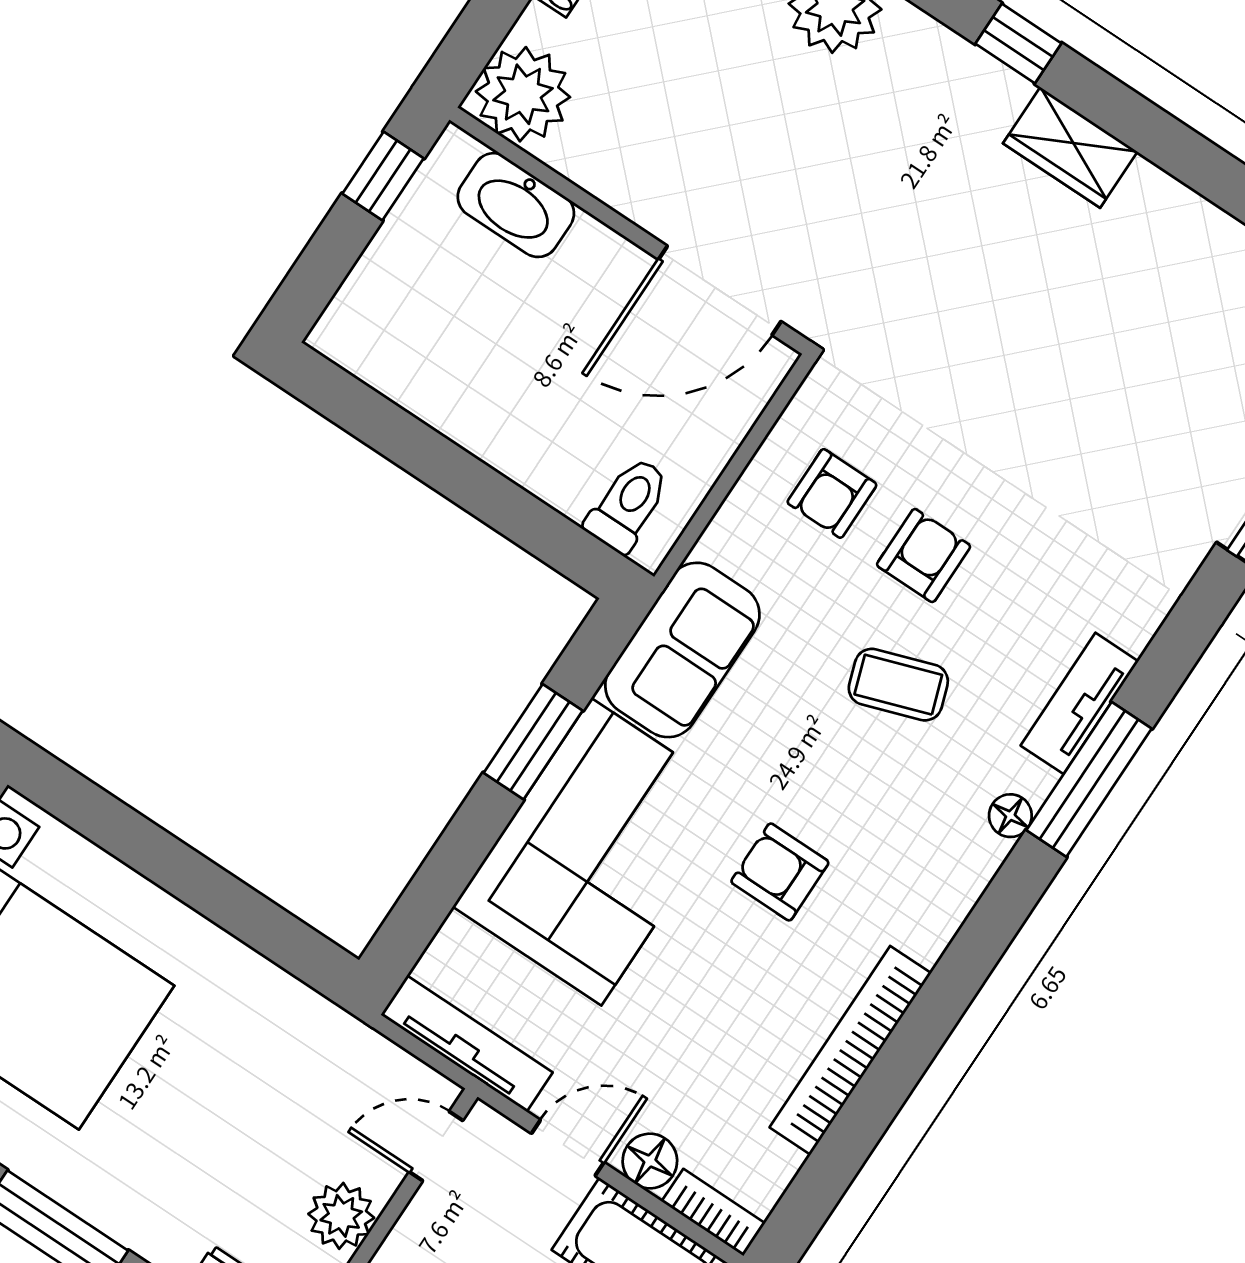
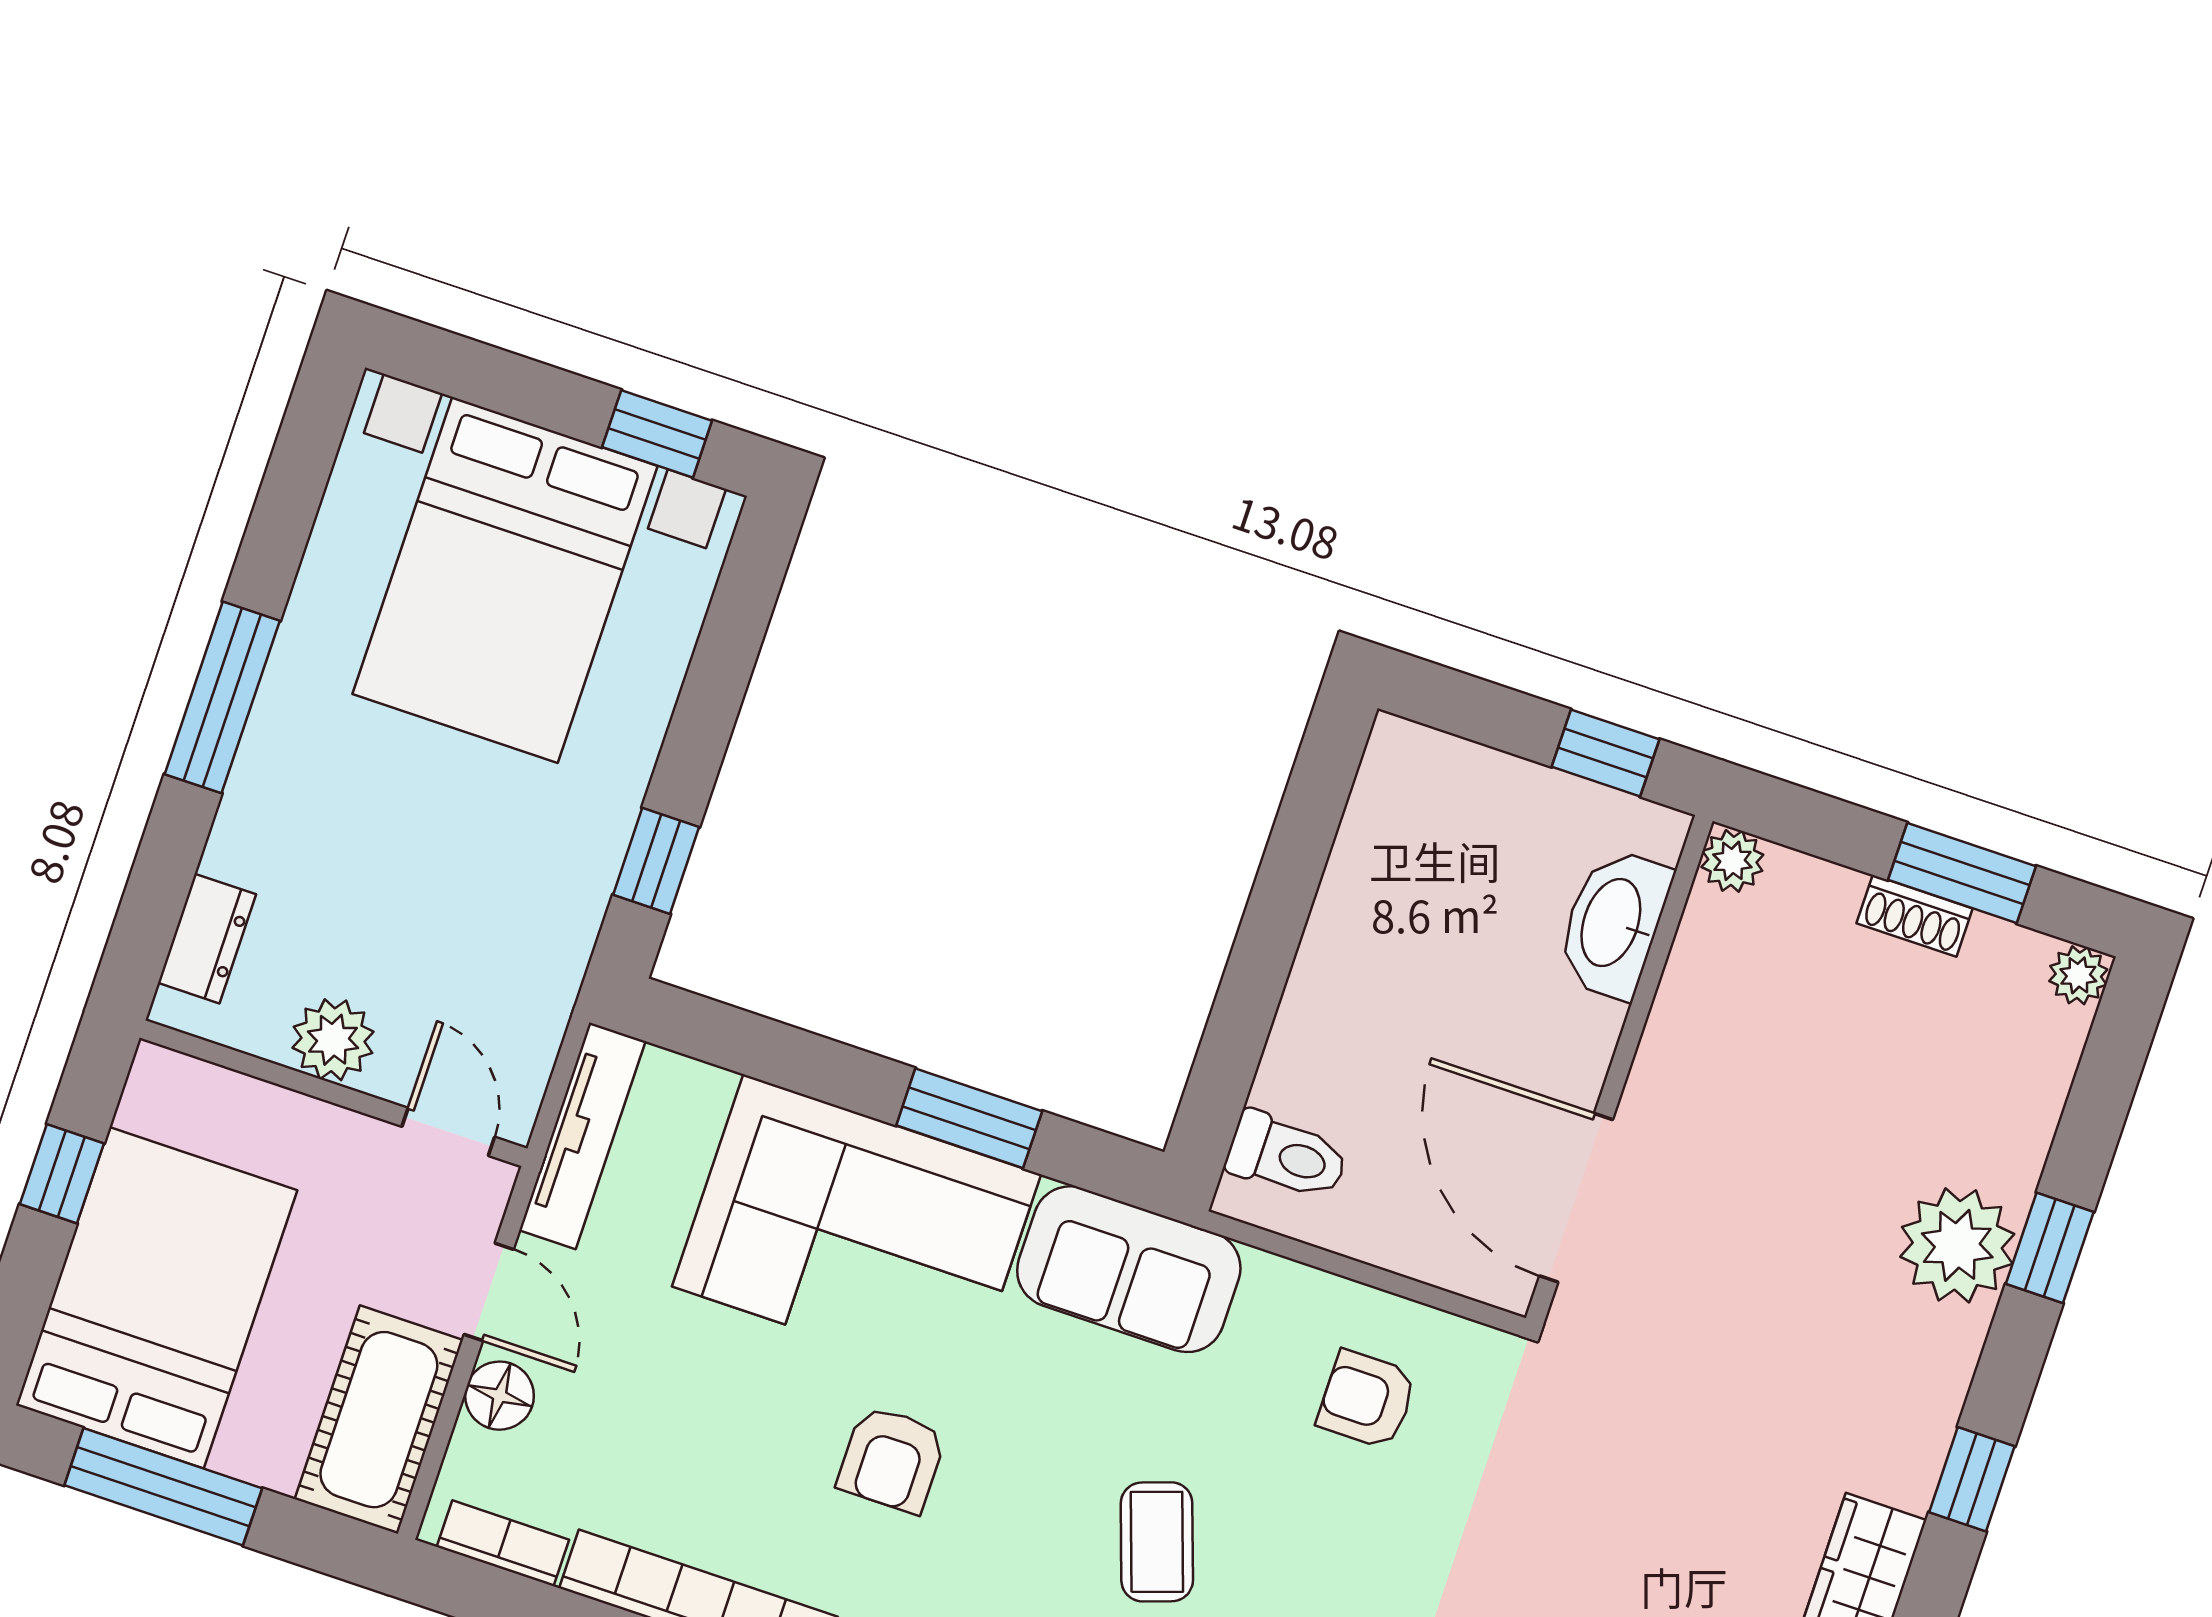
plant: (523, 94) -> (1732, 861), width x0.53, depth x0.53
armchair: (924, 556) -> (1321, 1531), removed
armchair: (780, 872) -> (892, 1459), turned 180
window: (270, 930) -> (656, 861), added
bookcase: (713, 1212) -> (503, 1543), moved, turned -90

